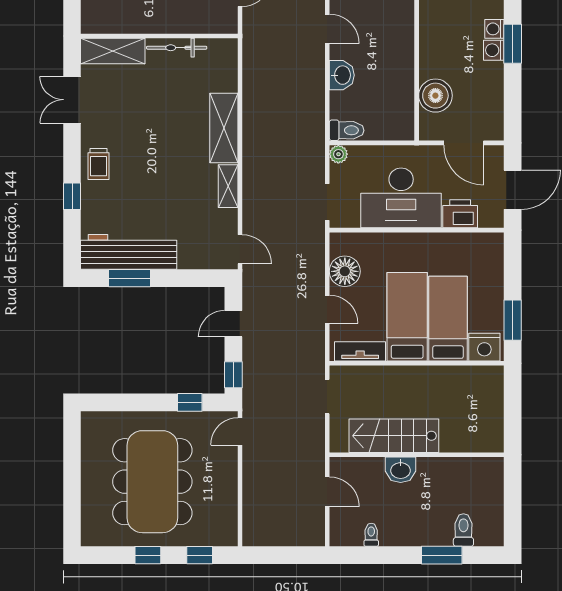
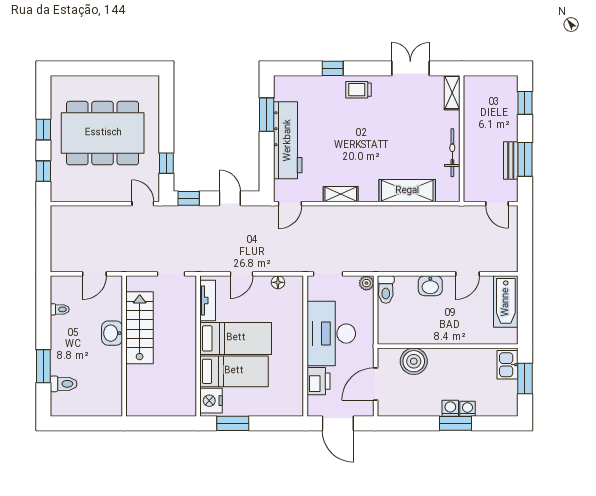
shelving: (113, 51) -> (452, 93), width x0.67, depth x0.75
shelving: (224, 128) -> (407, 191), moved
workbench: (129, 252) -> (288, 140), moved
floor lamp: (345, 271) -> (278, 282), width x0.53, depth x0.53

